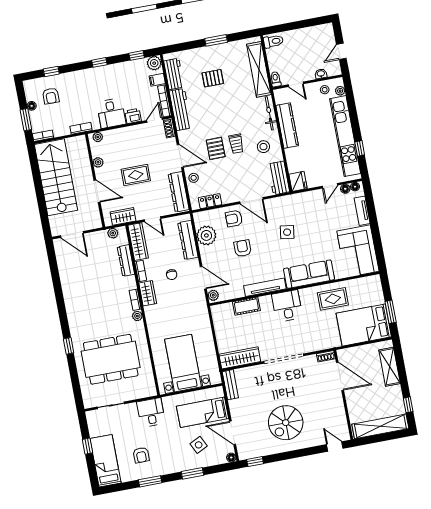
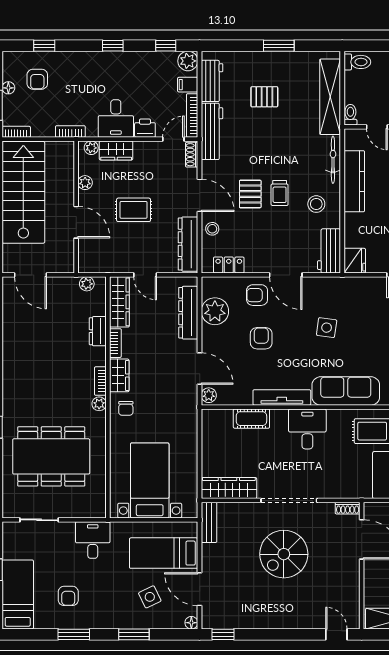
wardrobe: (123, 216) -> (116, 151), moved, turned 180
dresser: (126, 260) -> (98, 331), width x0.70
chair: (172, 275) -> (126, 408), moved
spiral stairs: (286, 423) -> (284, 554), moved

